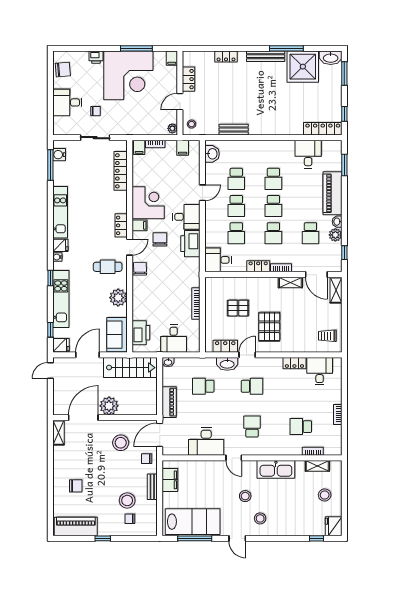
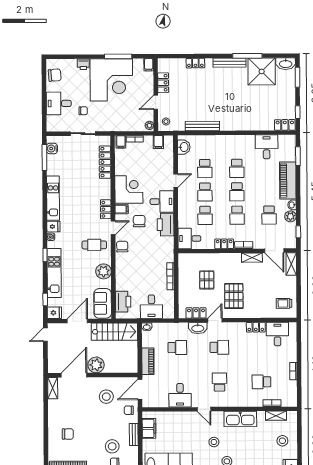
locker: (323, 129) -> (285, 125), width x0.66
bench: (234, 130) -> (202, 126), width x1.36
pallet: (238, 308) -> (207, 280), turned 90
school desk: (203, 386) -> (177, 348), turned 180
desk: (206, 442) -> (180, 395), width x0.73

